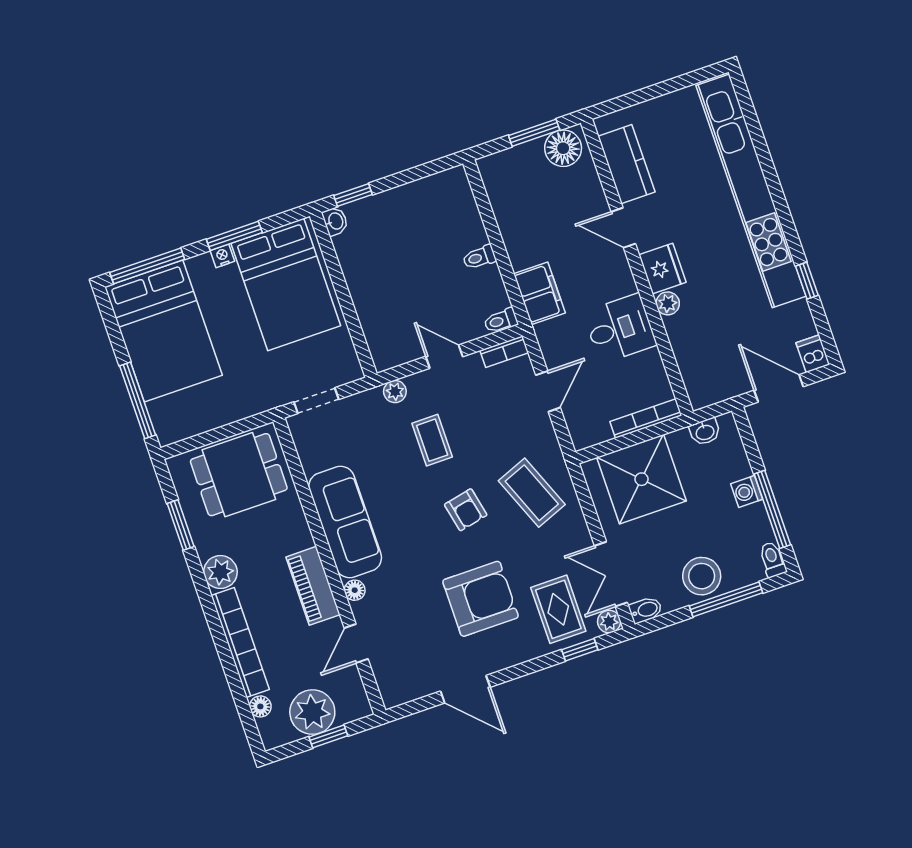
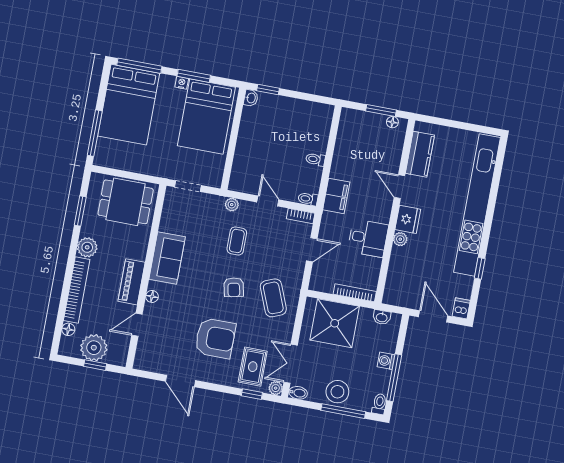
floor lamp: (563, 148) -> (392, 122), width x0.53, depth x0.53
sofa: (345, 522) -> (167, 258), width x0.73

